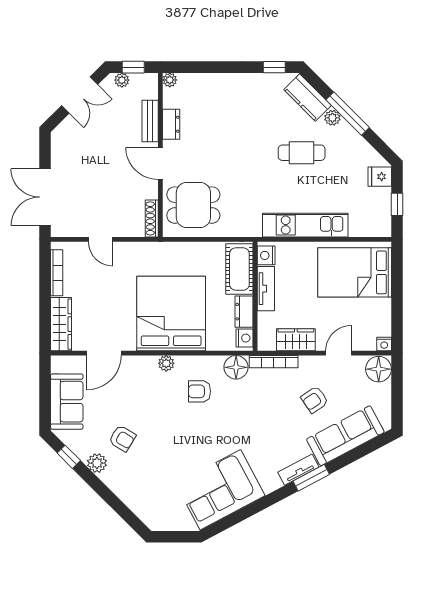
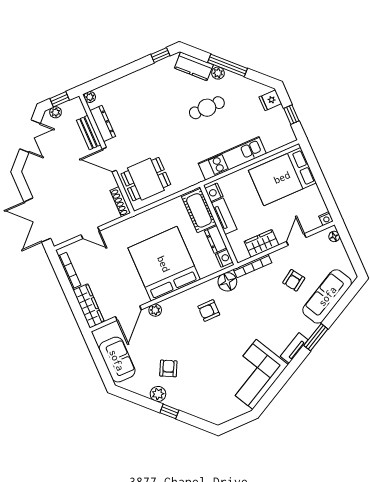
dresser: (171, 124) -> (103, 124), width x1.44
plant: (166, 363) -> (155, 310), moved
floor lamp: (379, 369) -> (334, 236), width x0.53, depth x0.53
armchair: (122, 438) -> (168, 368), turned -94
window: (69, 457) -> (169, 411), moved
tv unit: (298, 470) -> (294, 348), moved

